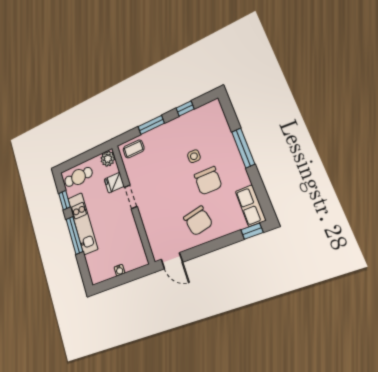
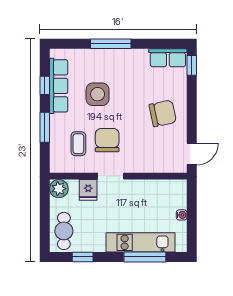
row of seats: (189, 120) -> (59, 86), added
coffee table: (134, 149) -> (78, 144), moved
side table: (194, 156) -> (98, 94), width x1.87, depth x1.87
chair: (208, 181) -> (107, 140), moved, turned -90
kitchen unit: (83, 224) -> (140, 242), moved
window: (74, 235) -> (145, 257), moved

